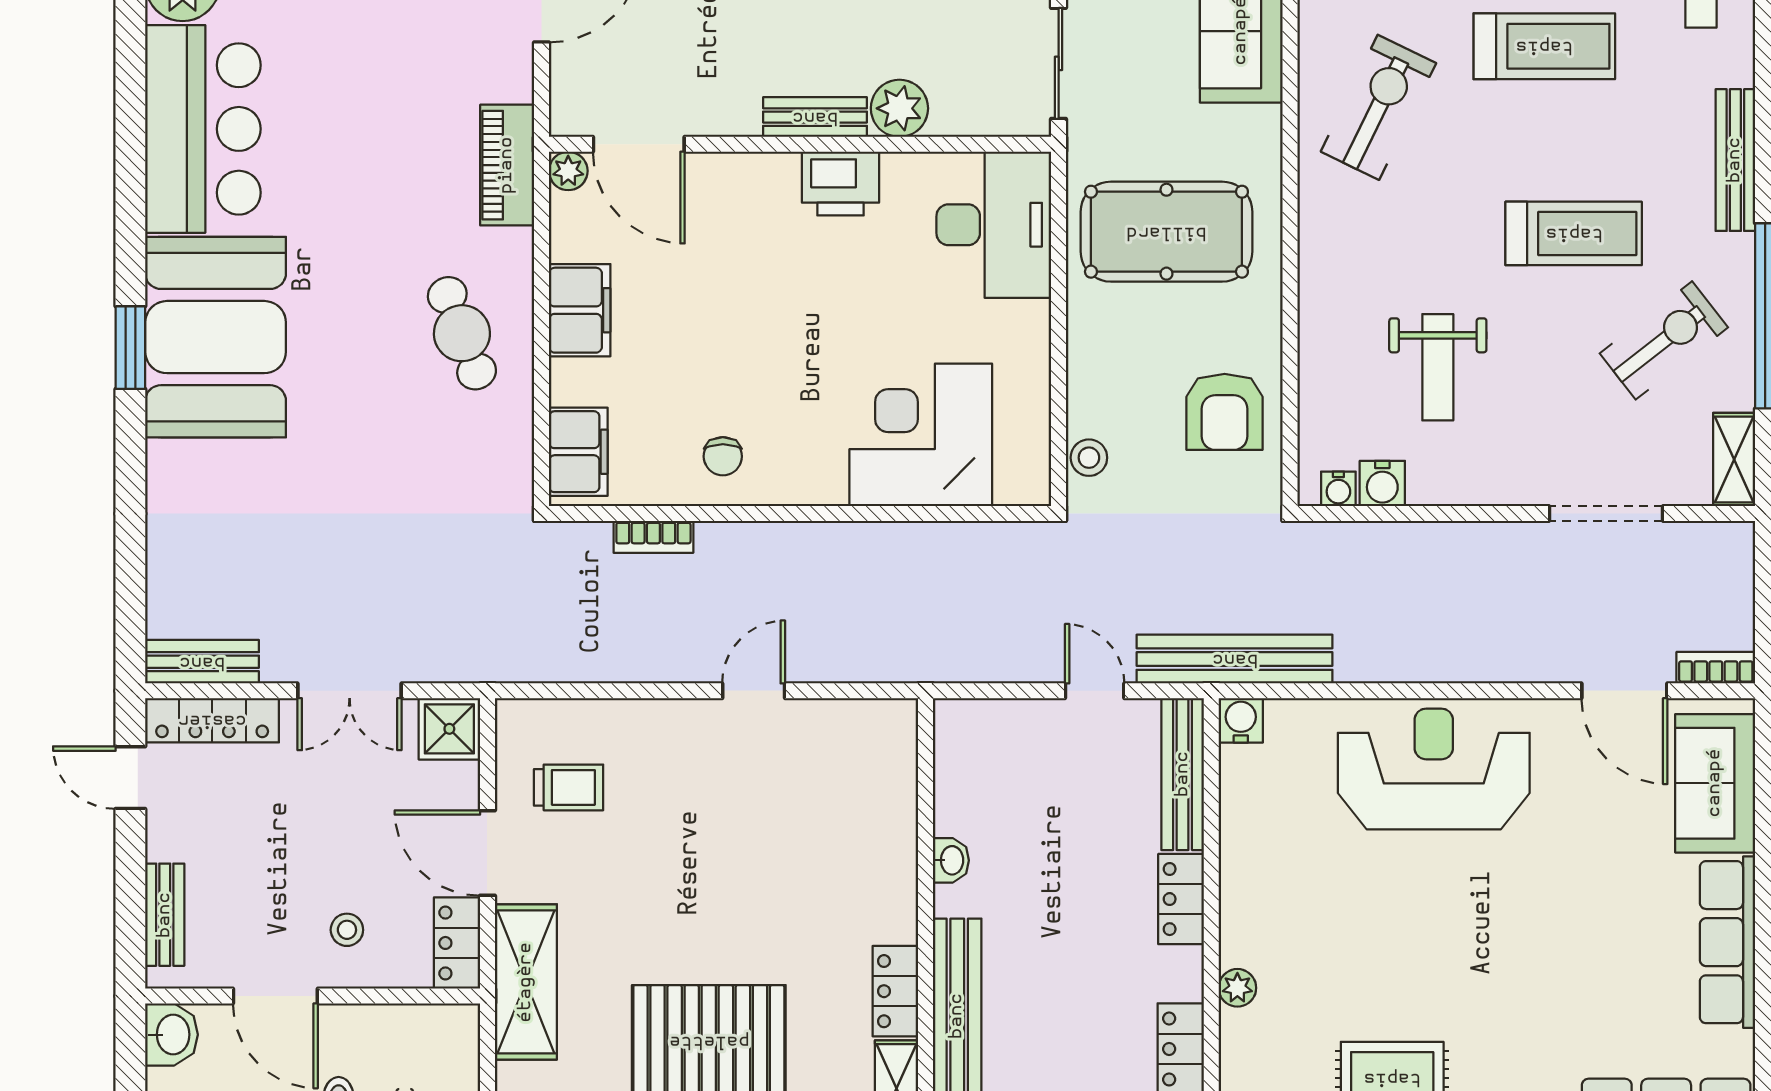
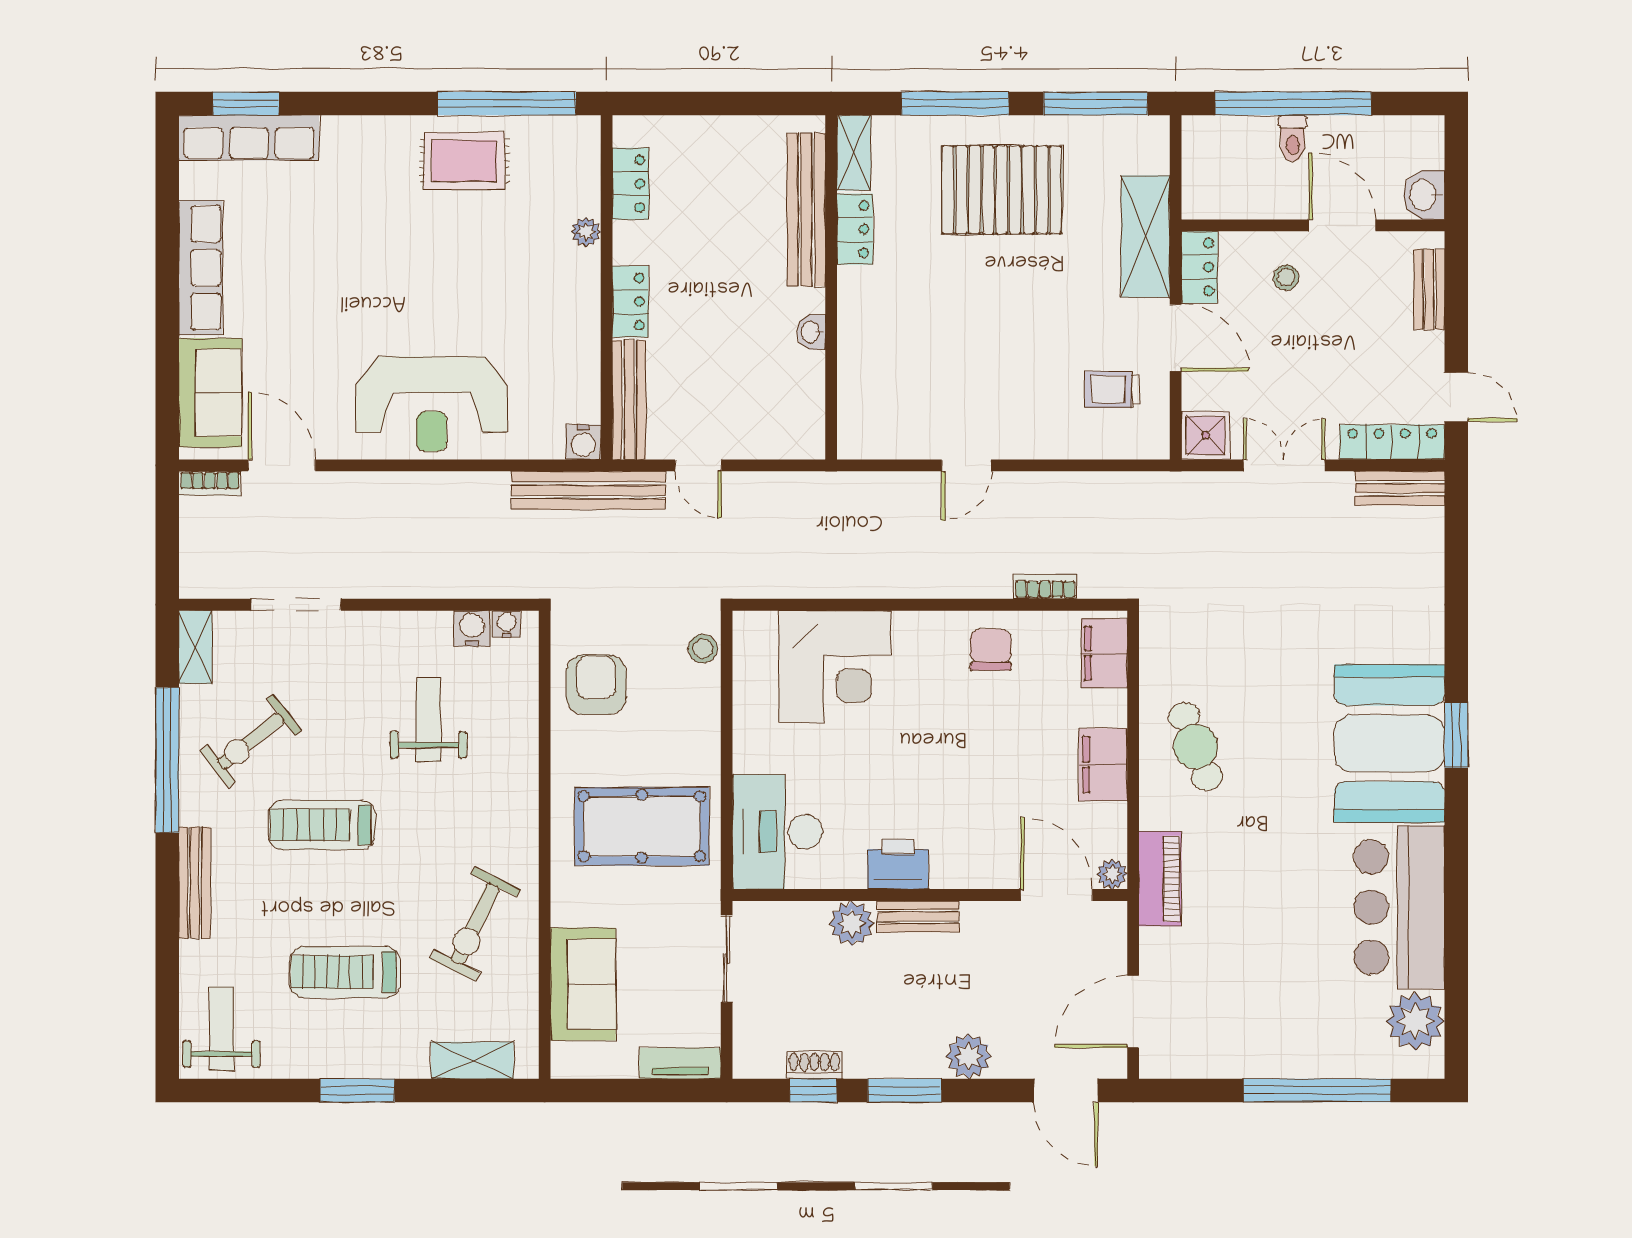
chair: (723, 456) -> (991, 650), width x1.37, depth x1.37

